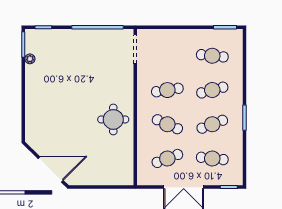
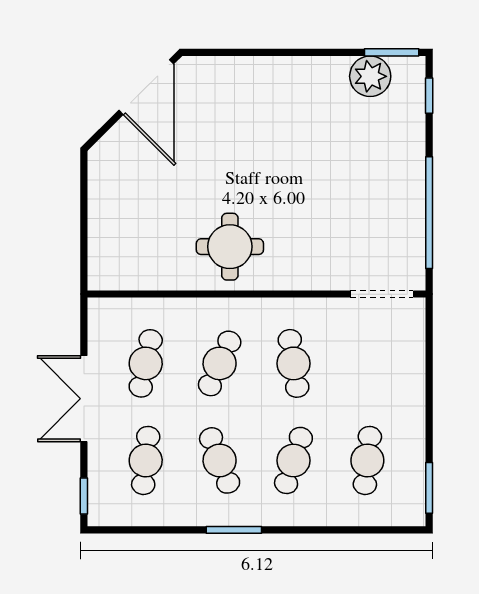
plant: (30, 59) -> (370, 76), width x1.88, depth x1.88
cafe table: (212, 90) -> (293, 460), turned 33
cafe table: (167, 158) -> (146, 363), turned 33
door: (51, 170) -> (146, 87), moved

